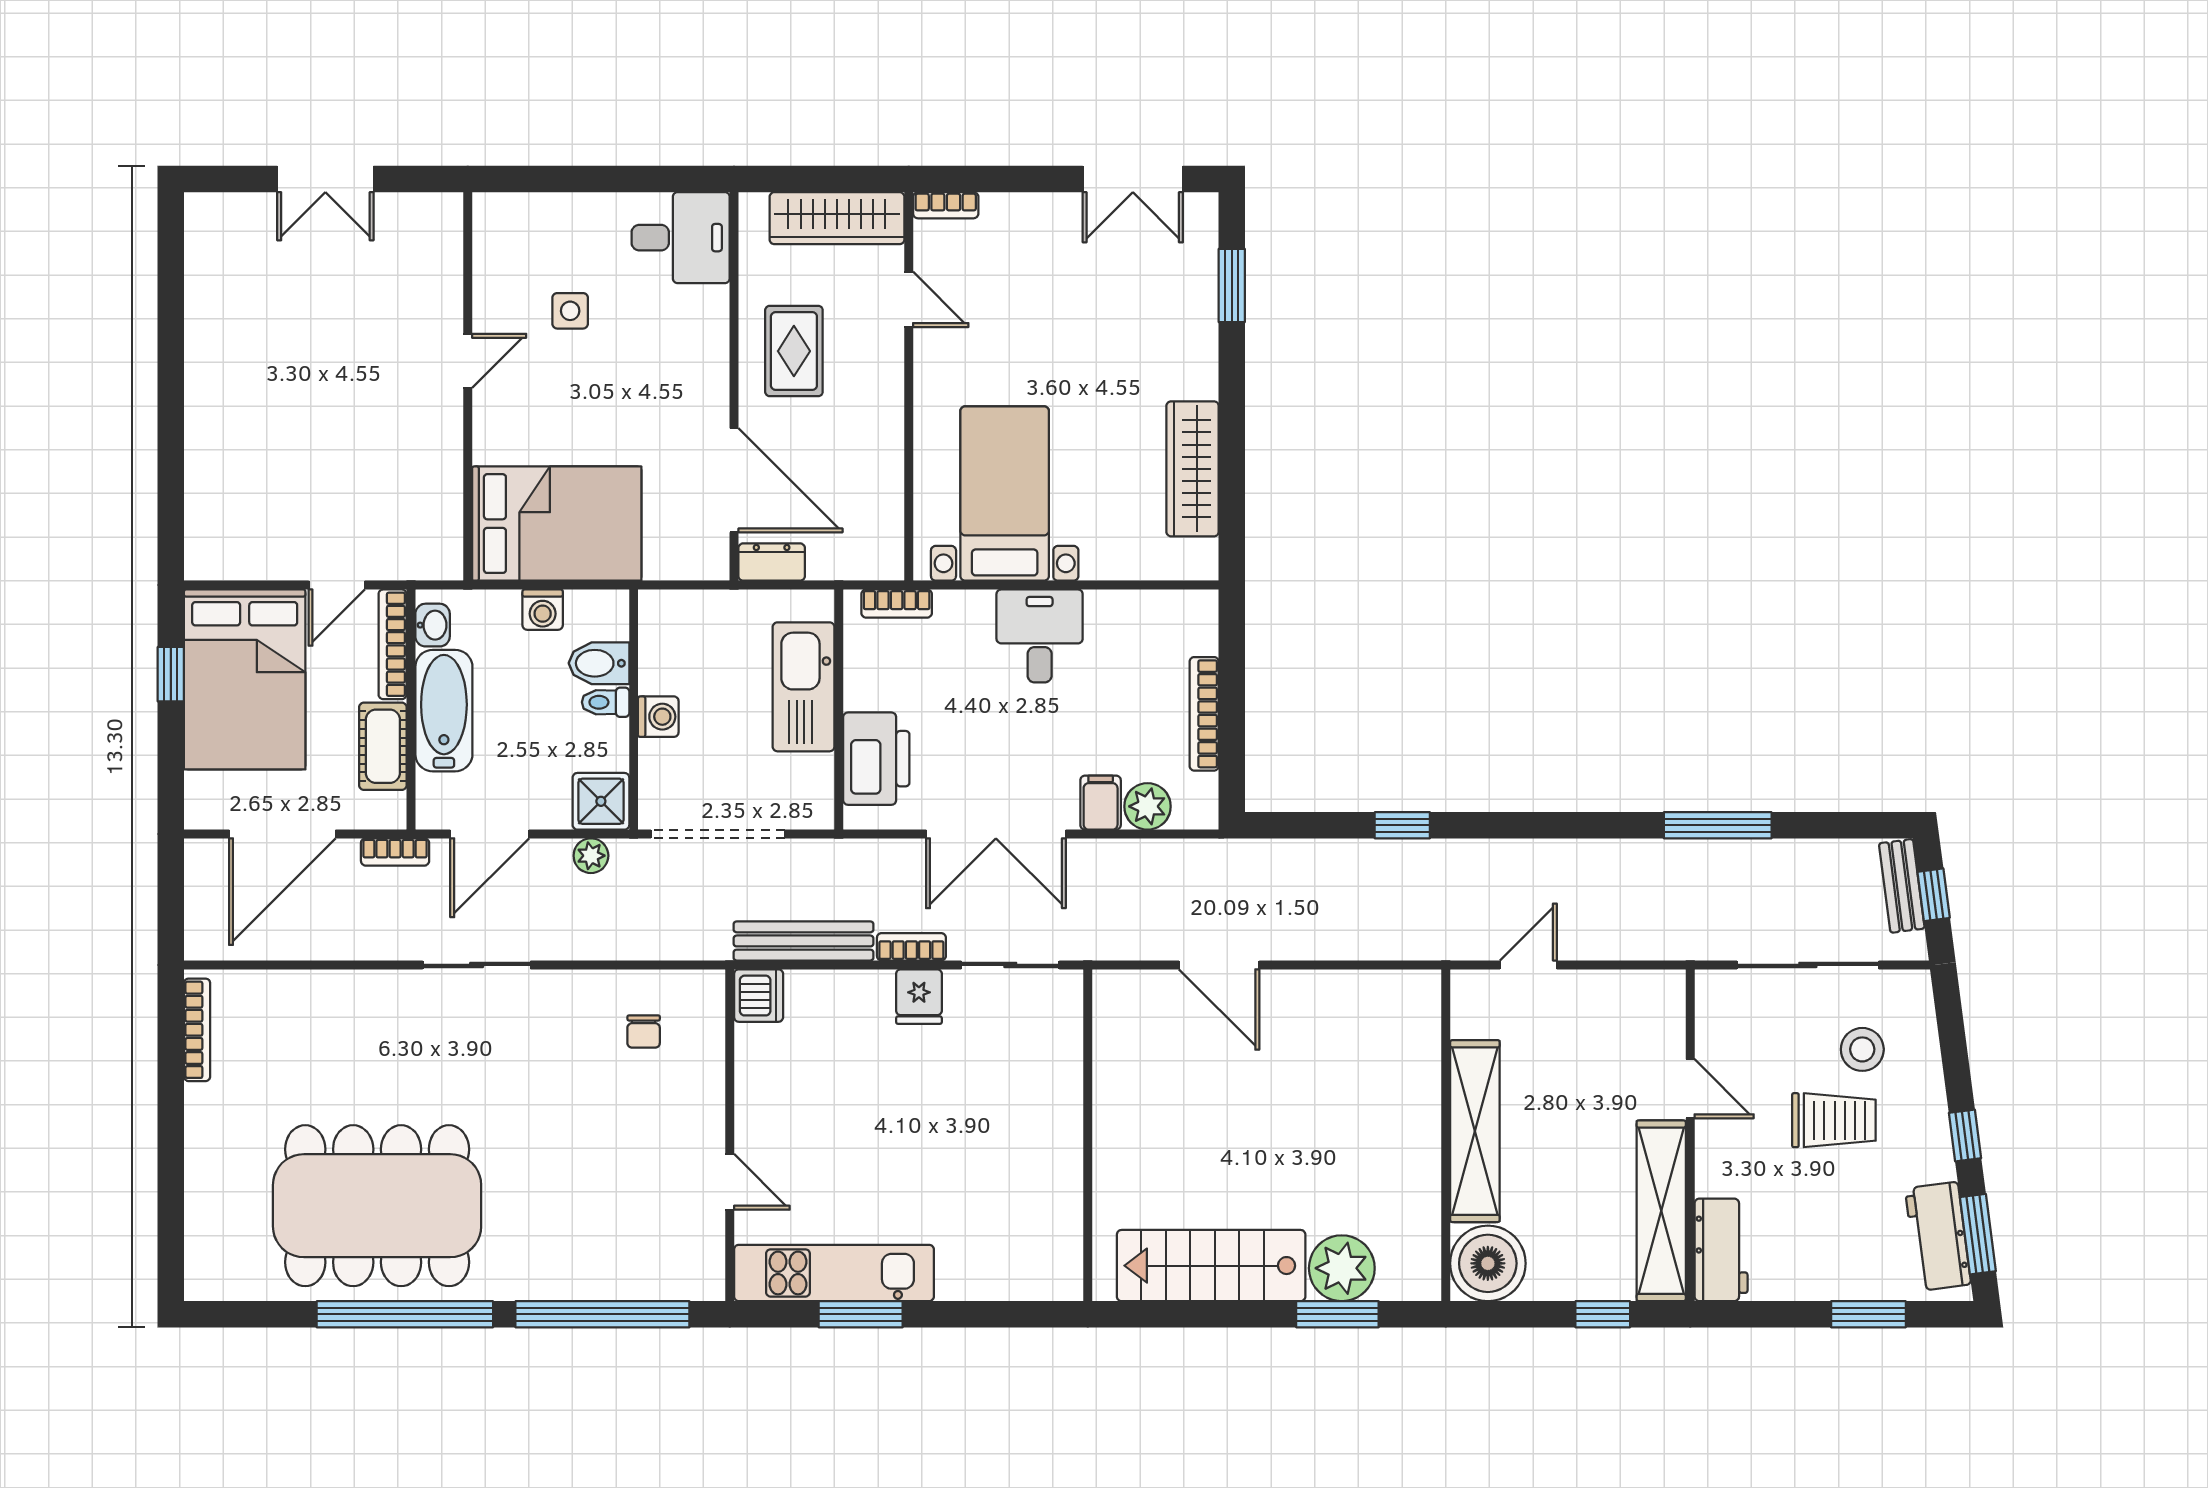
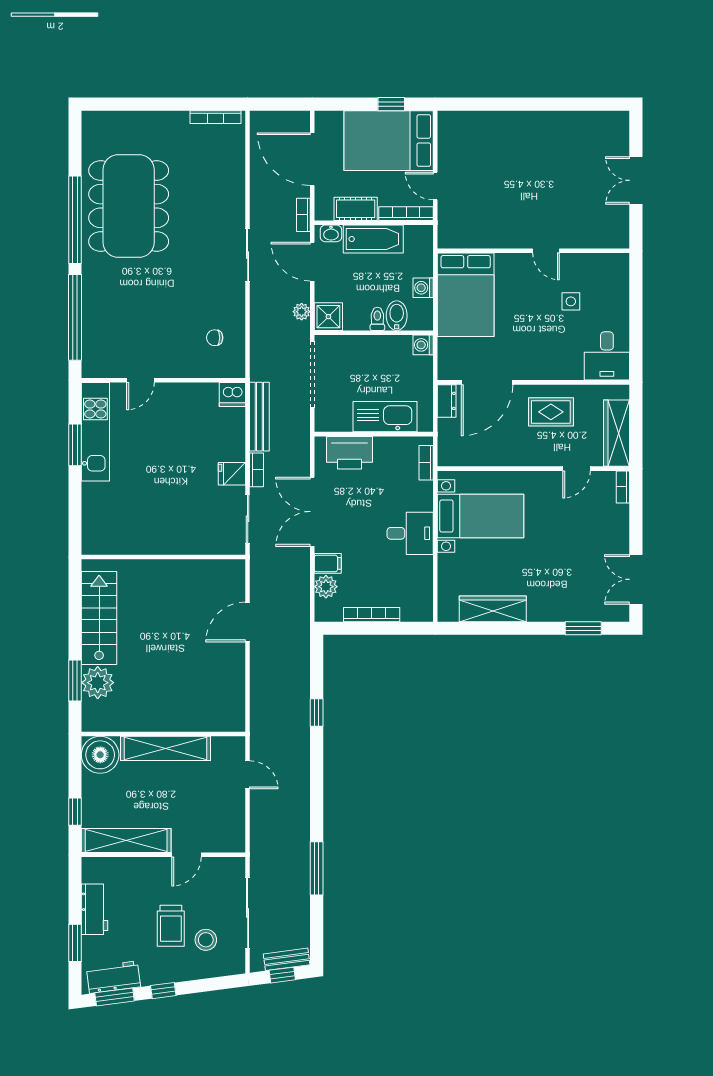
washbasin: (433, 625) -> (331, 233), moved
washing machine: (658, 717) -> (423, 345), moved, turned 90
workbench: (1721, 1250) -> (95, 909), moved, turned -90

